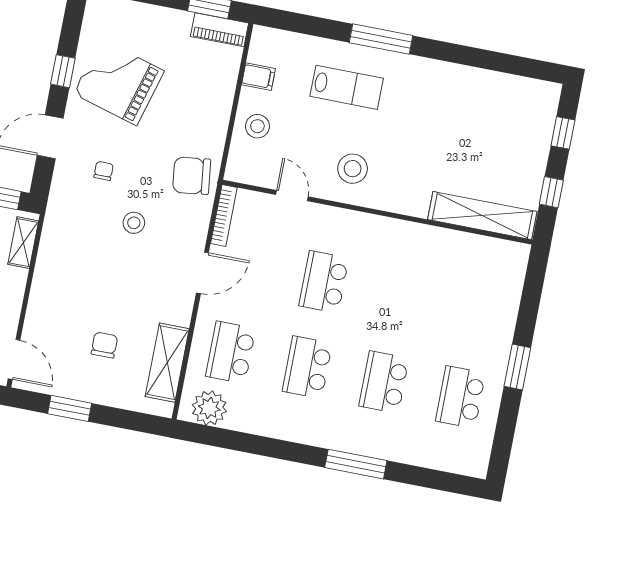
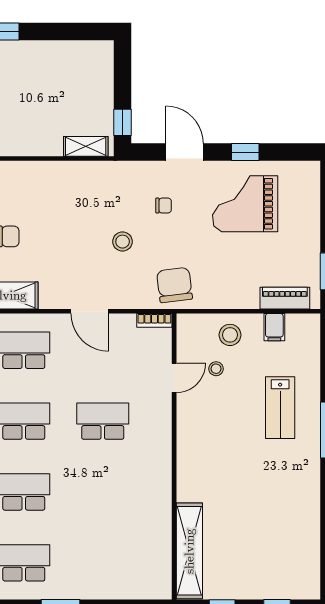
piano: (219, 30) -> (285, 298), moved, turned 90
grand piano: (119, 82) -> (245, 204), turned -106
stool: (353, 169) -> (216, 369), moved, width x0.53, depth x0.53
bookcase: (224, 215) -> (154, 320), width x0.64

